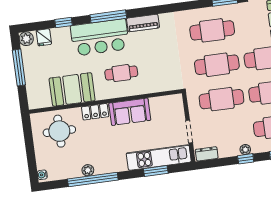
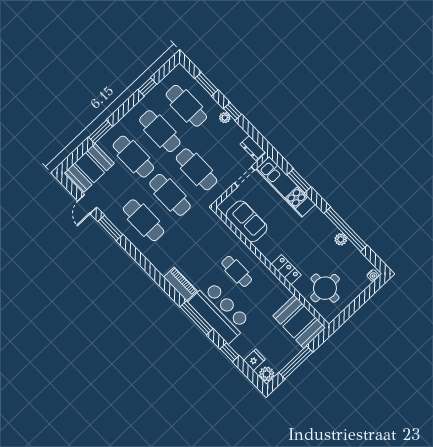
booth: (72, 89) -> (299, 322), moved
sofa: (130, 112) -> (247, 221), moved

